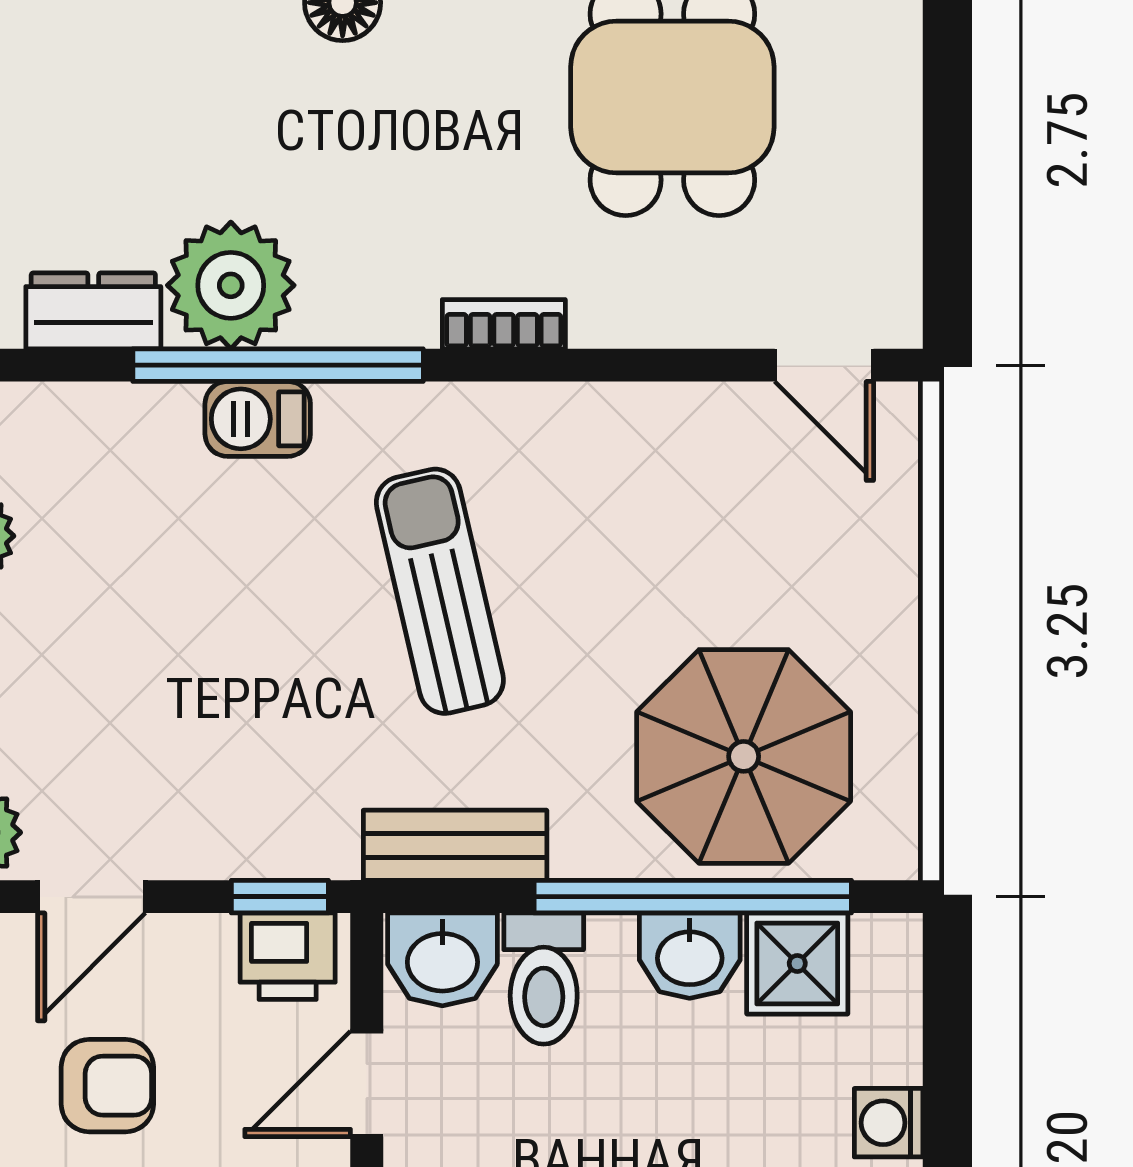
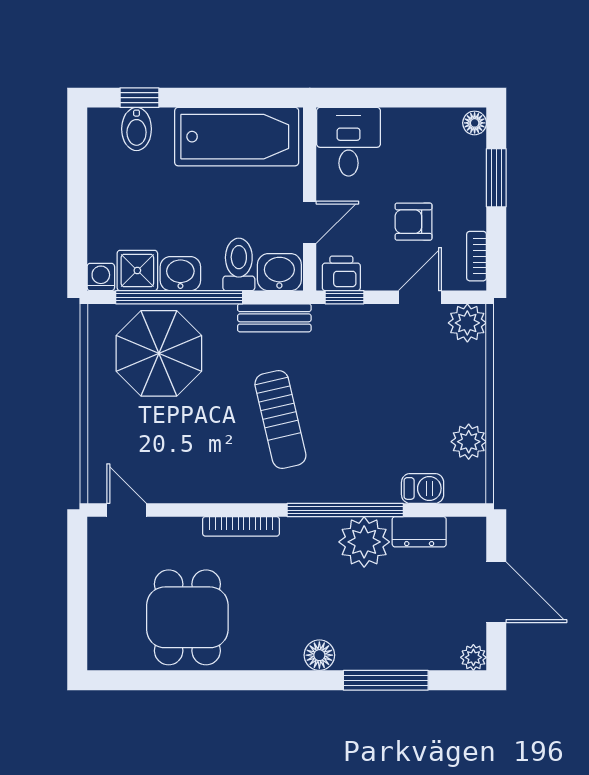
bookcase: (504, 324) -> (241, 526), width x1.56
barbecue: (258, 419) -> (423, 488), moved
washing machine: (889, 1123) -> (101, 277), moved, turned -90

